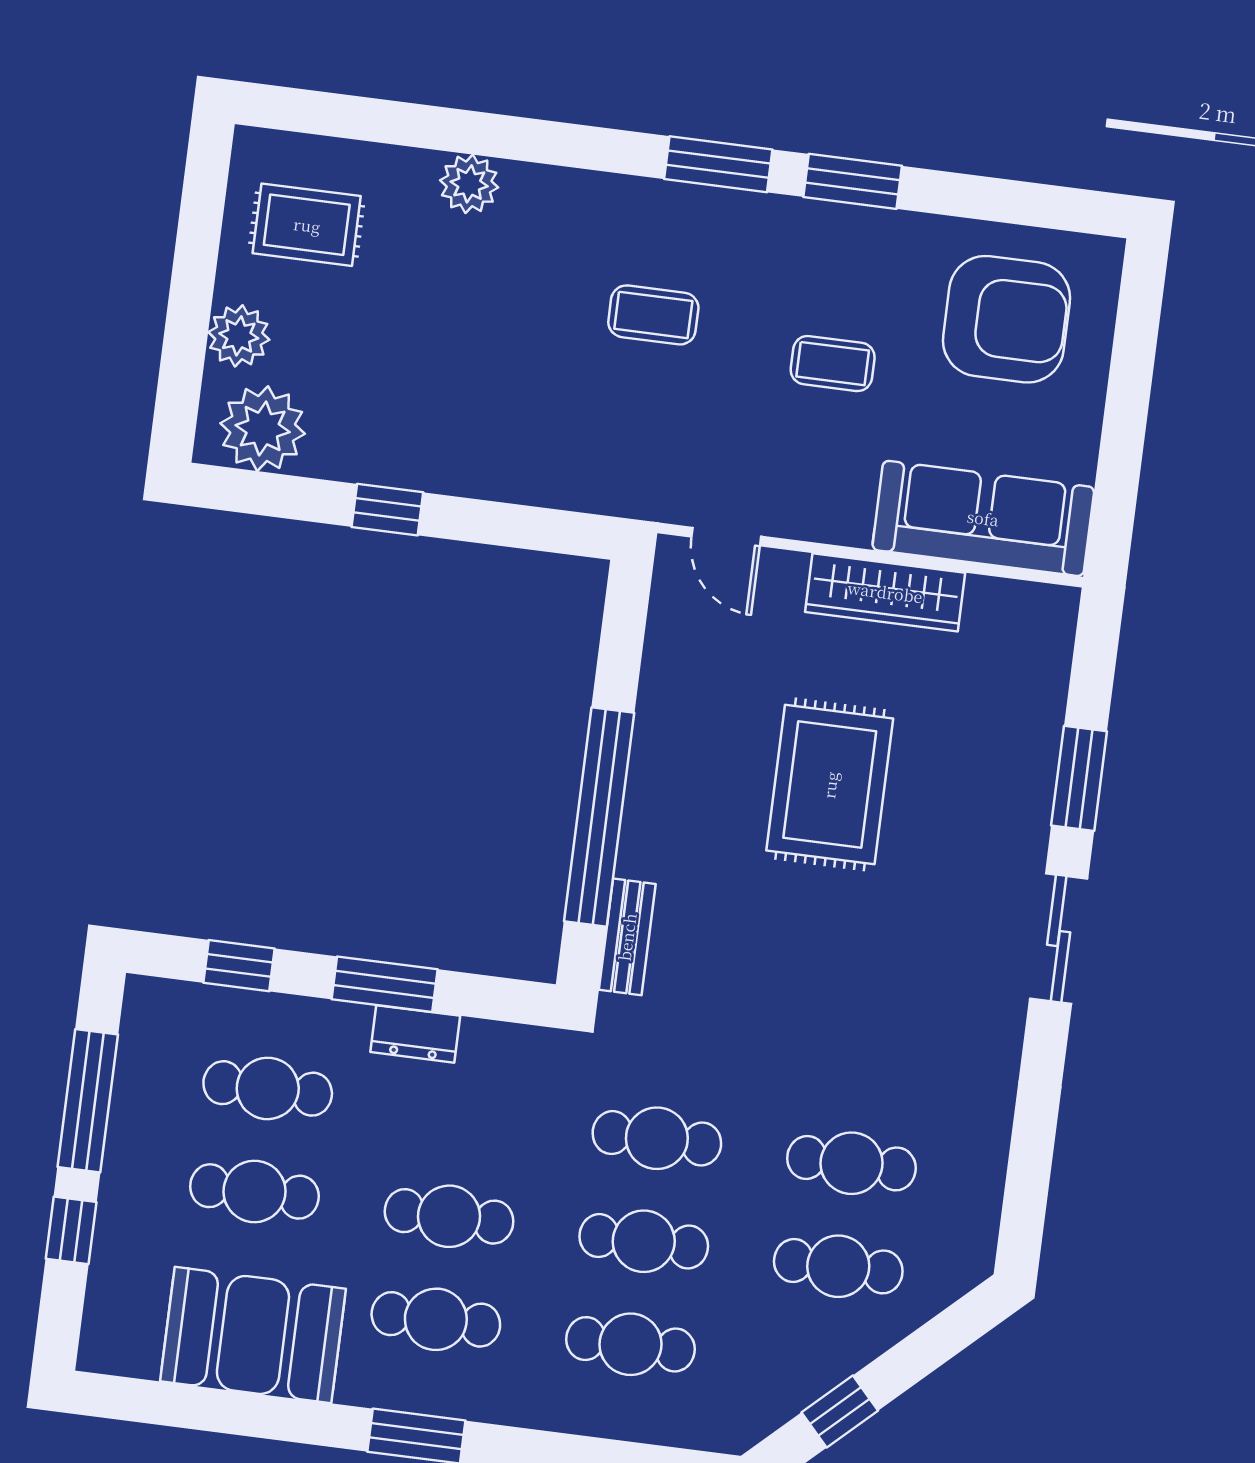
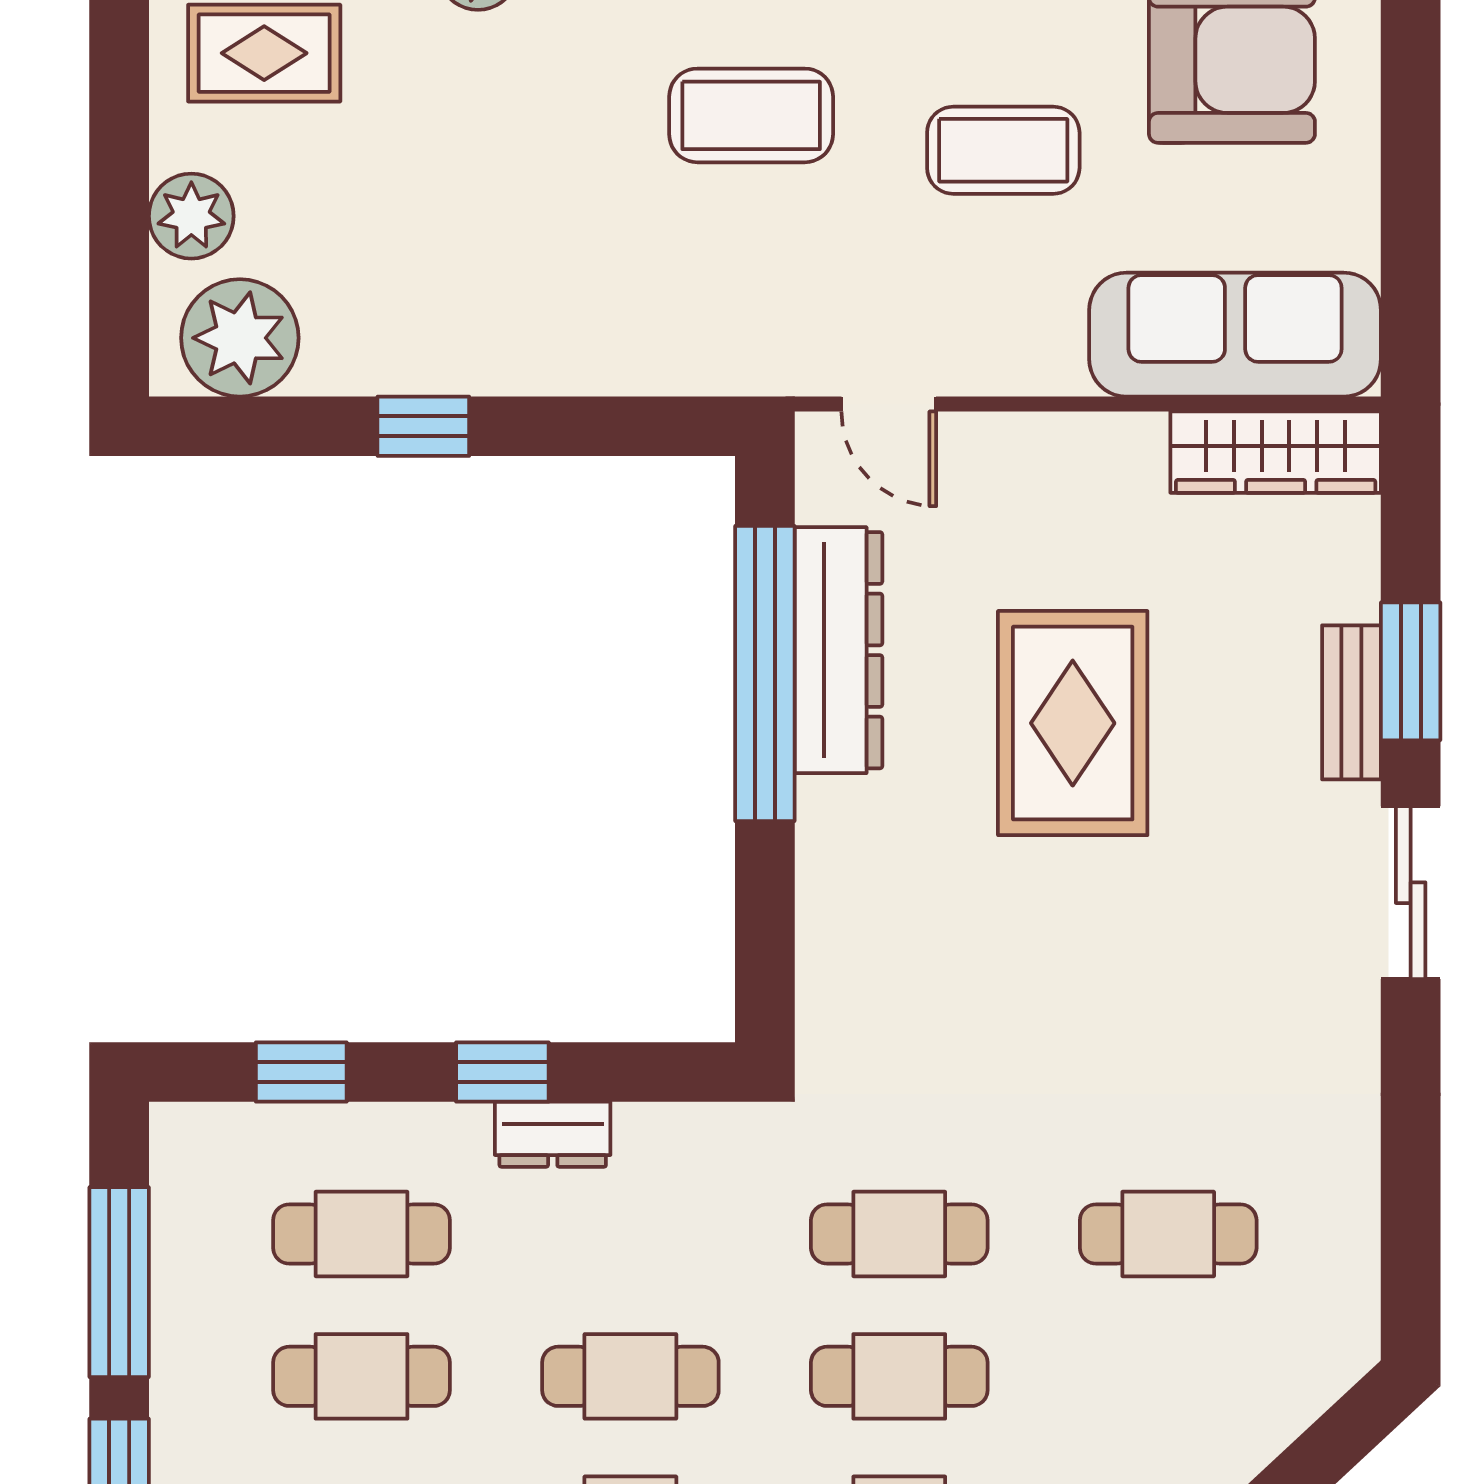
coffee table: (653, 315) -> (751, 115), width x1.36, depth x1.30
coffee table: (833, 364) -> (1003, 150), width x1.36, depth x1.30
wardrobe: (885, 592) -> (1276, 452), moved
dresser: (667, 710) -> (838, 650), added
window: (599, 817) -> (765, 673), moved
bench: (627, 937) -> (1351, 702), moved
window: (385, 984) -> (502, 1072), width x0.67
cafe table: (838, 1266) -> (1168, 1376), removed

